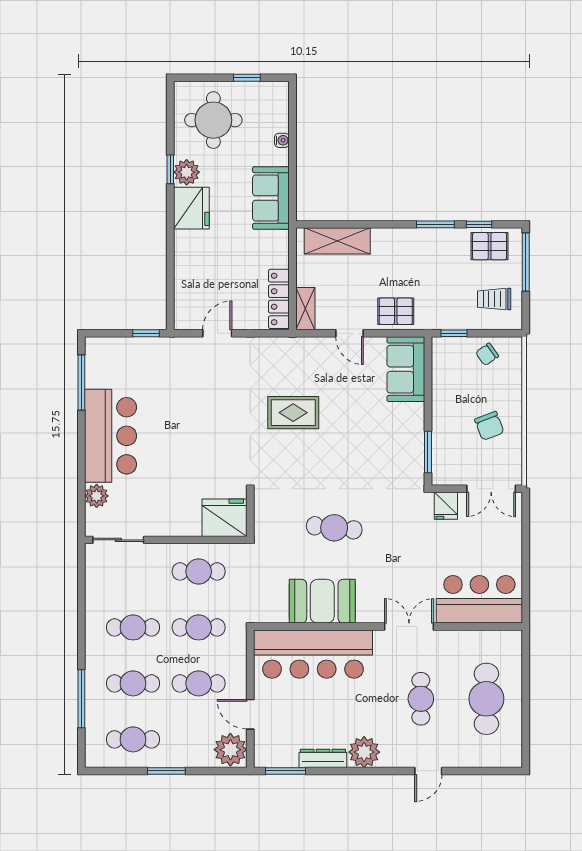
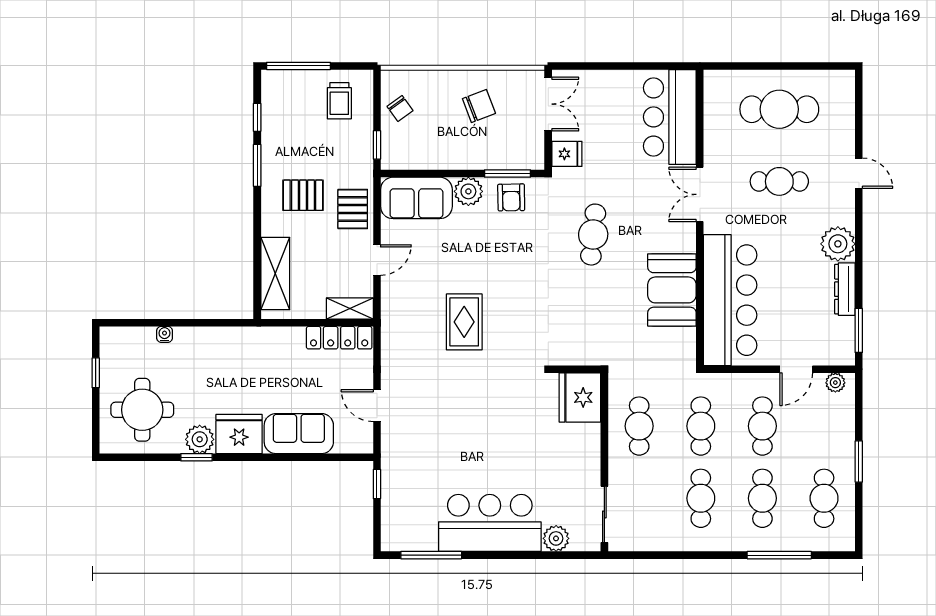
sofa: (271, 198) -> (299, 434), moved, turned 180
pallet: (490, 246) -> (303, 195), moved, turned 90
plant: (412, 416) -> (468, 191), added
armchair: (406, 455) -> (511, 197), added
cafe table: (334, 528) -> (593, 235), moved
plant: (230, 750) -> (835, 383), width x0.53, depth x0.53

